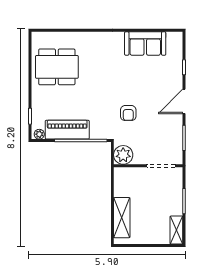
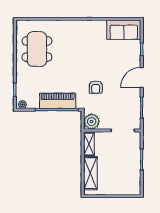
sofa: (145, 44) -> (124, 30), moved
dining table: (57, 67) -> (37, 49), turned 90
piano: (67, 130) -> (58, 101), moved
shelving: (176, 230) -> (89, 144), moved

